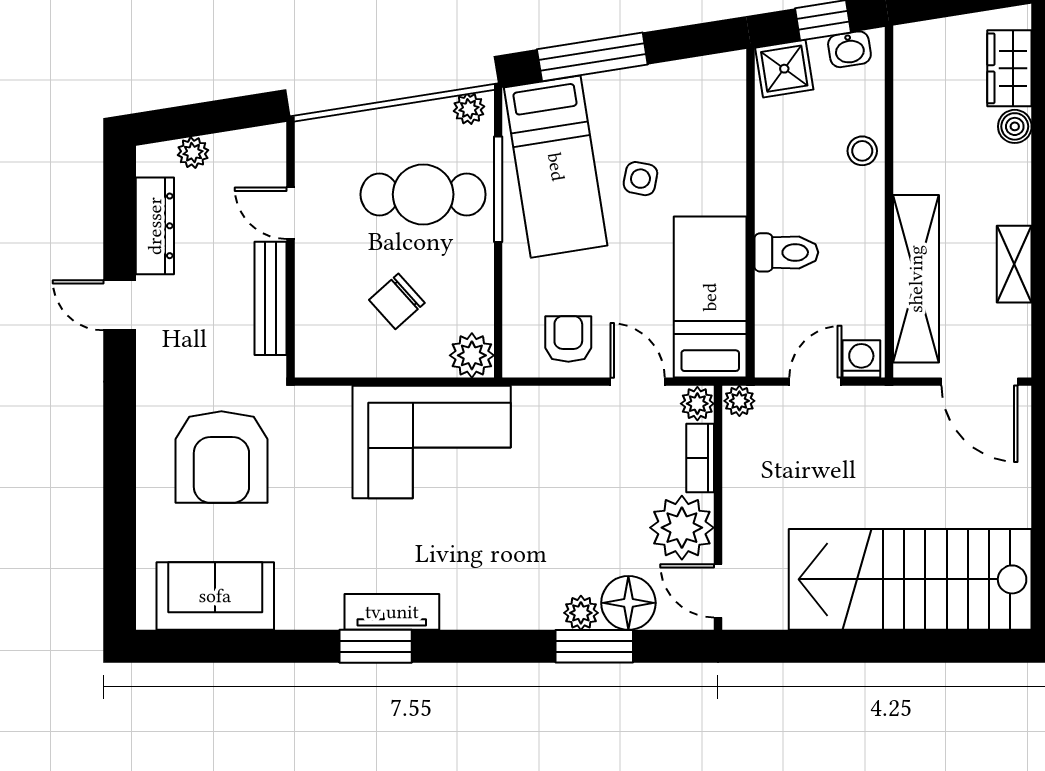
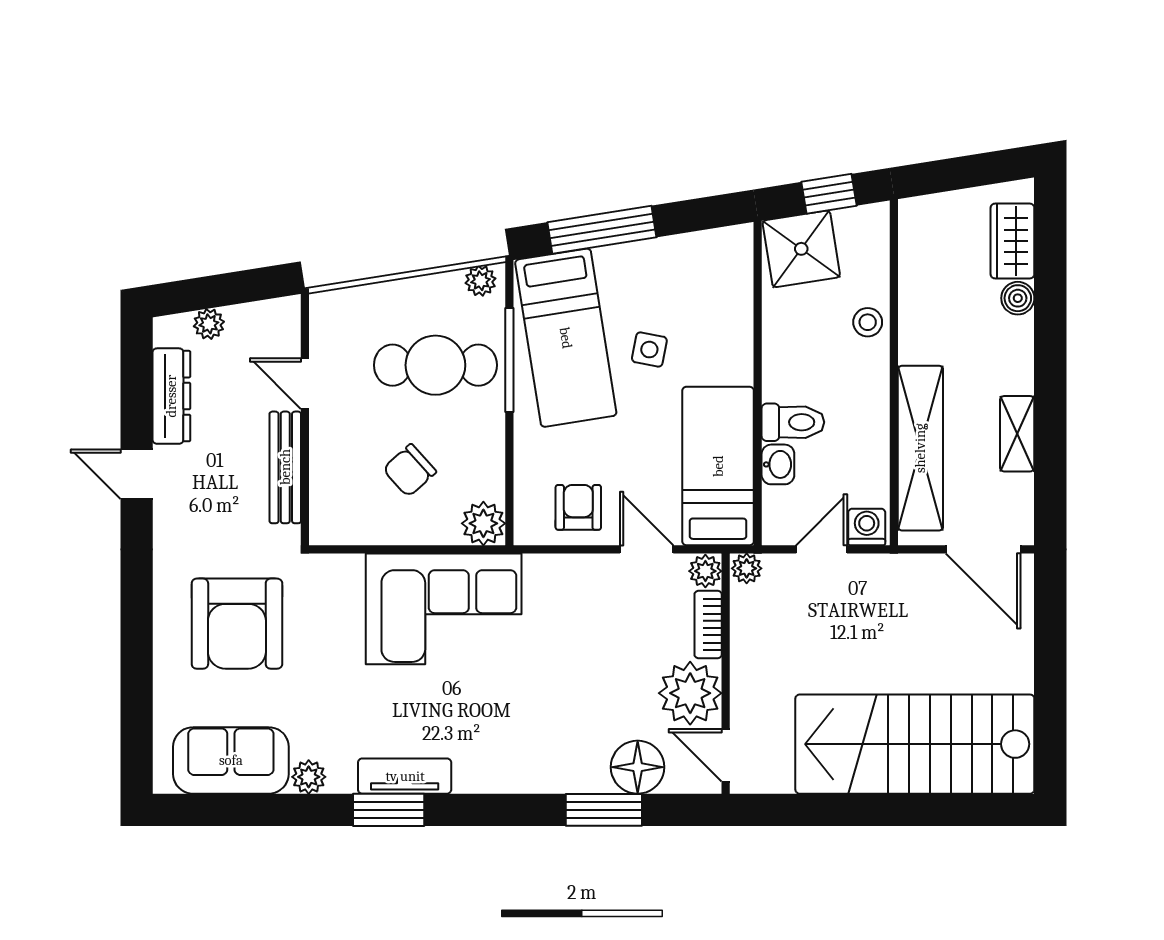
washbasin: (849, 49) -> (778, 464), moved, turned -81
shower: (784, 69) -> (801, 249), width x1.36, depth x1.36
plant: (581, 613) -> (309, 777), moved

